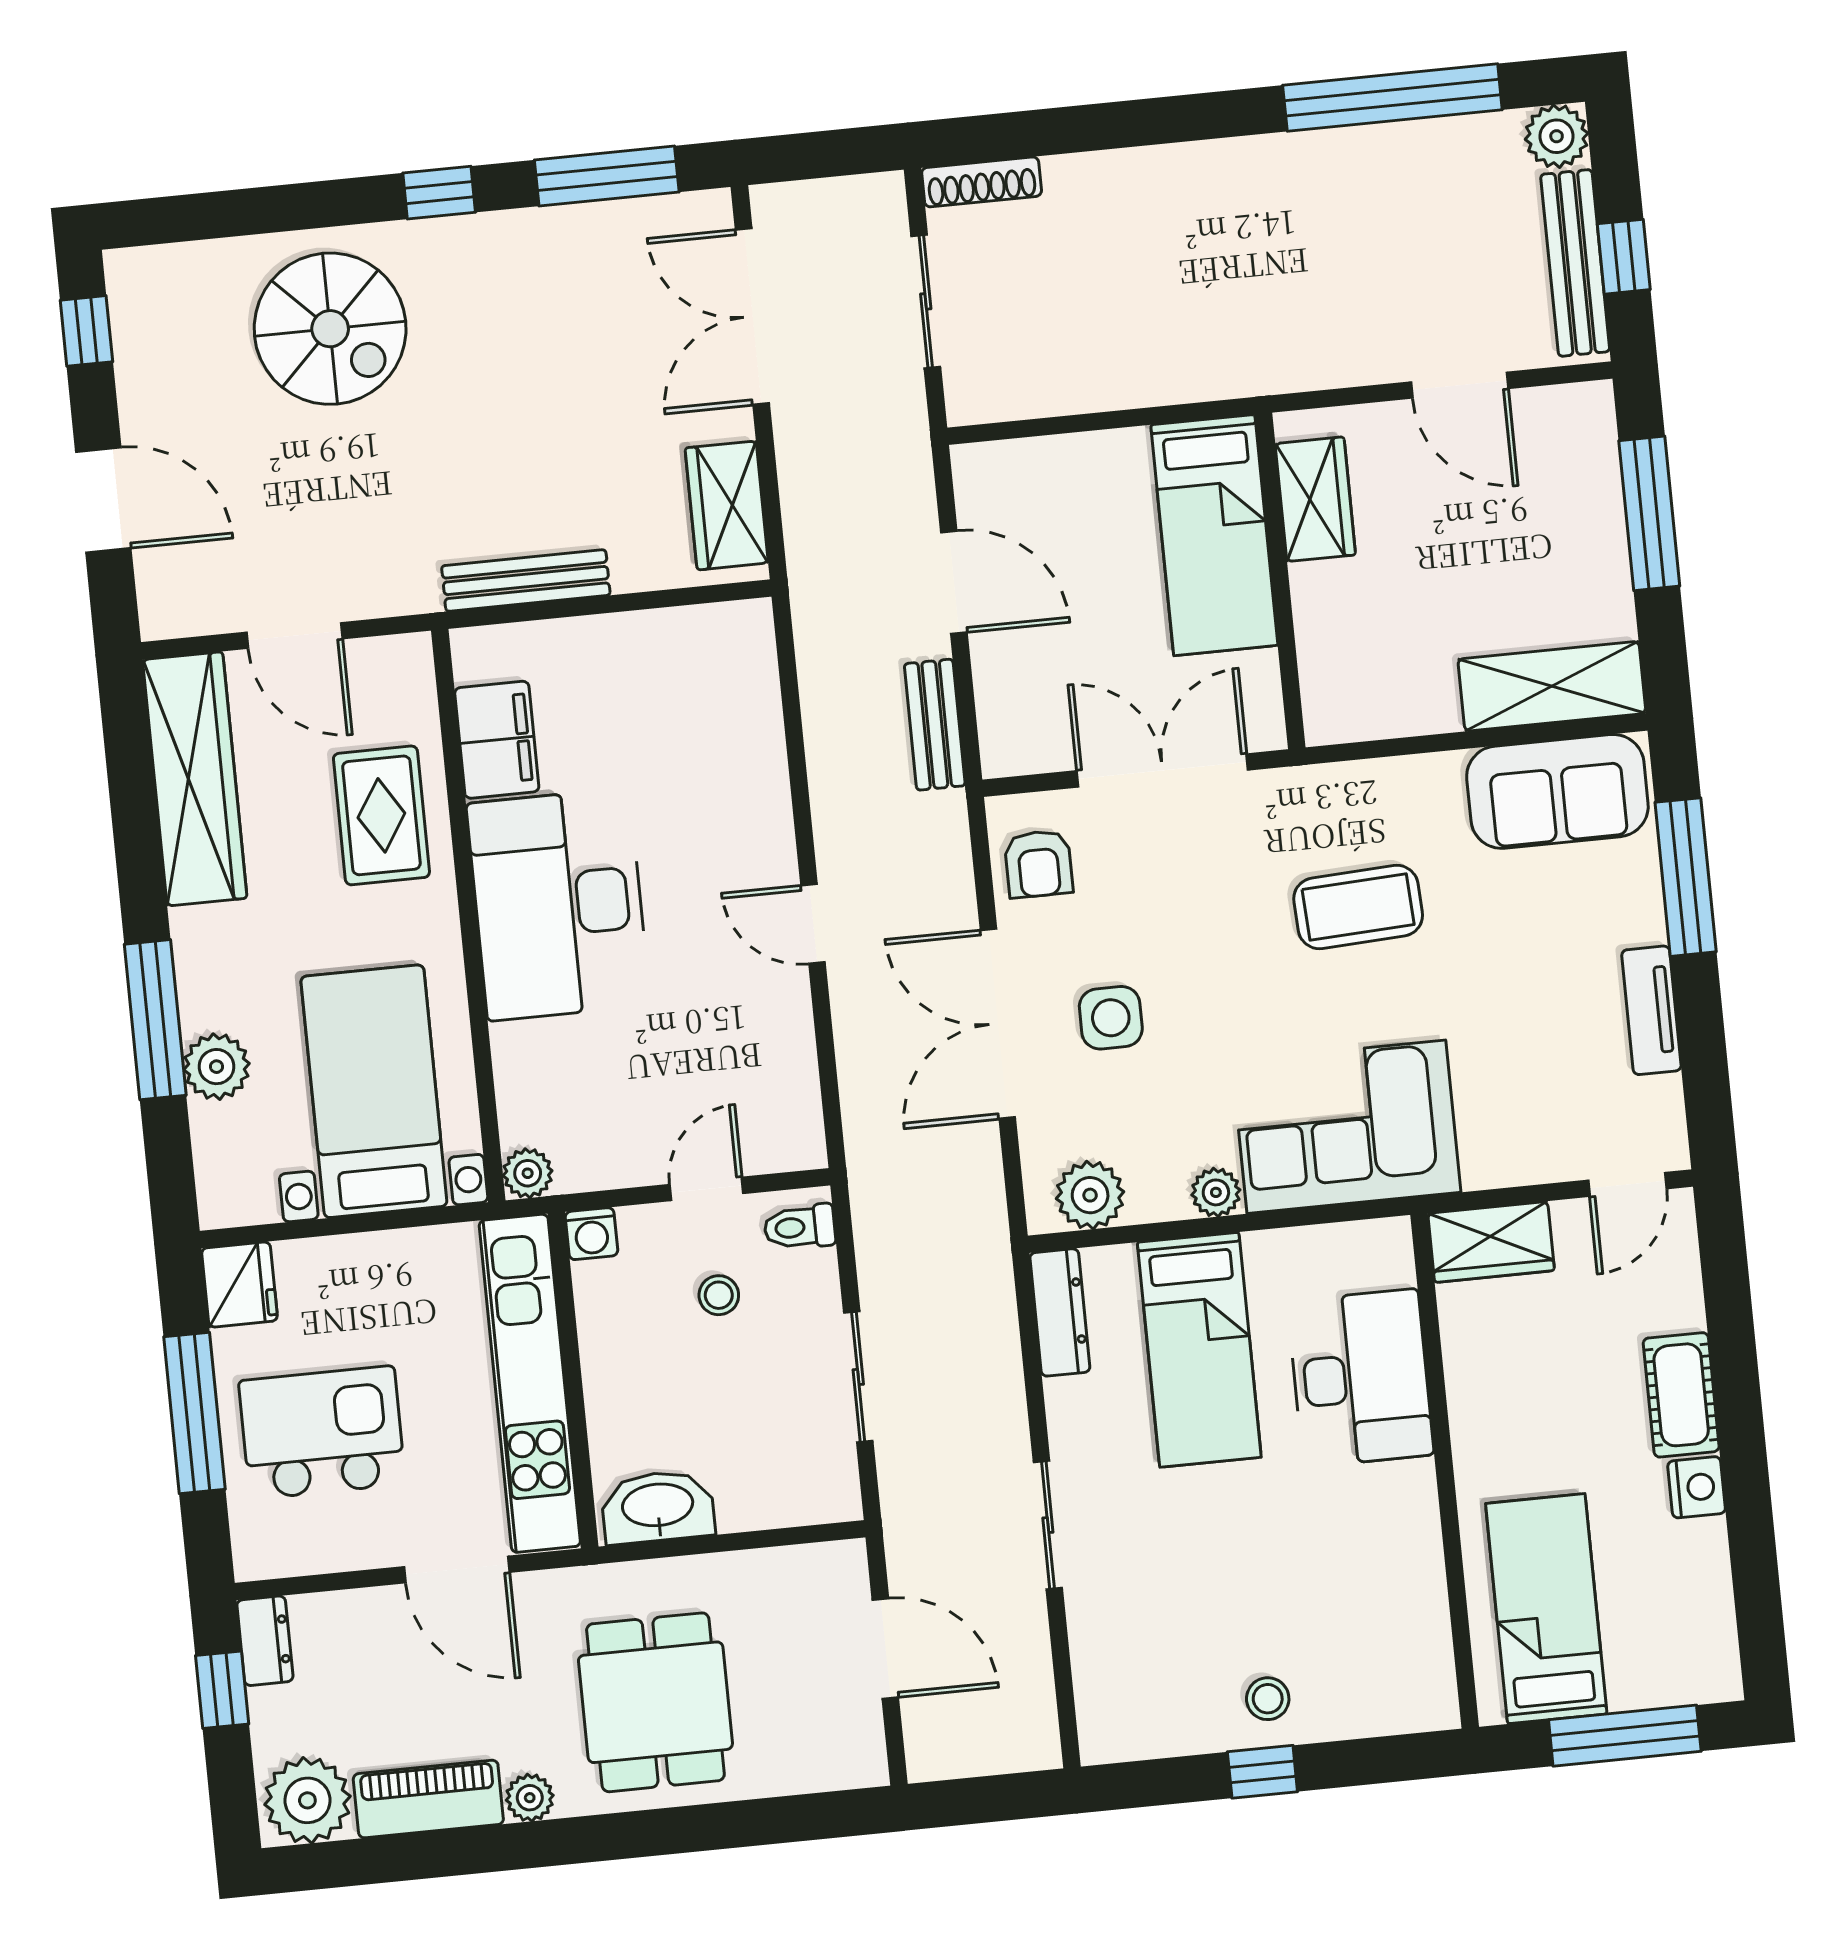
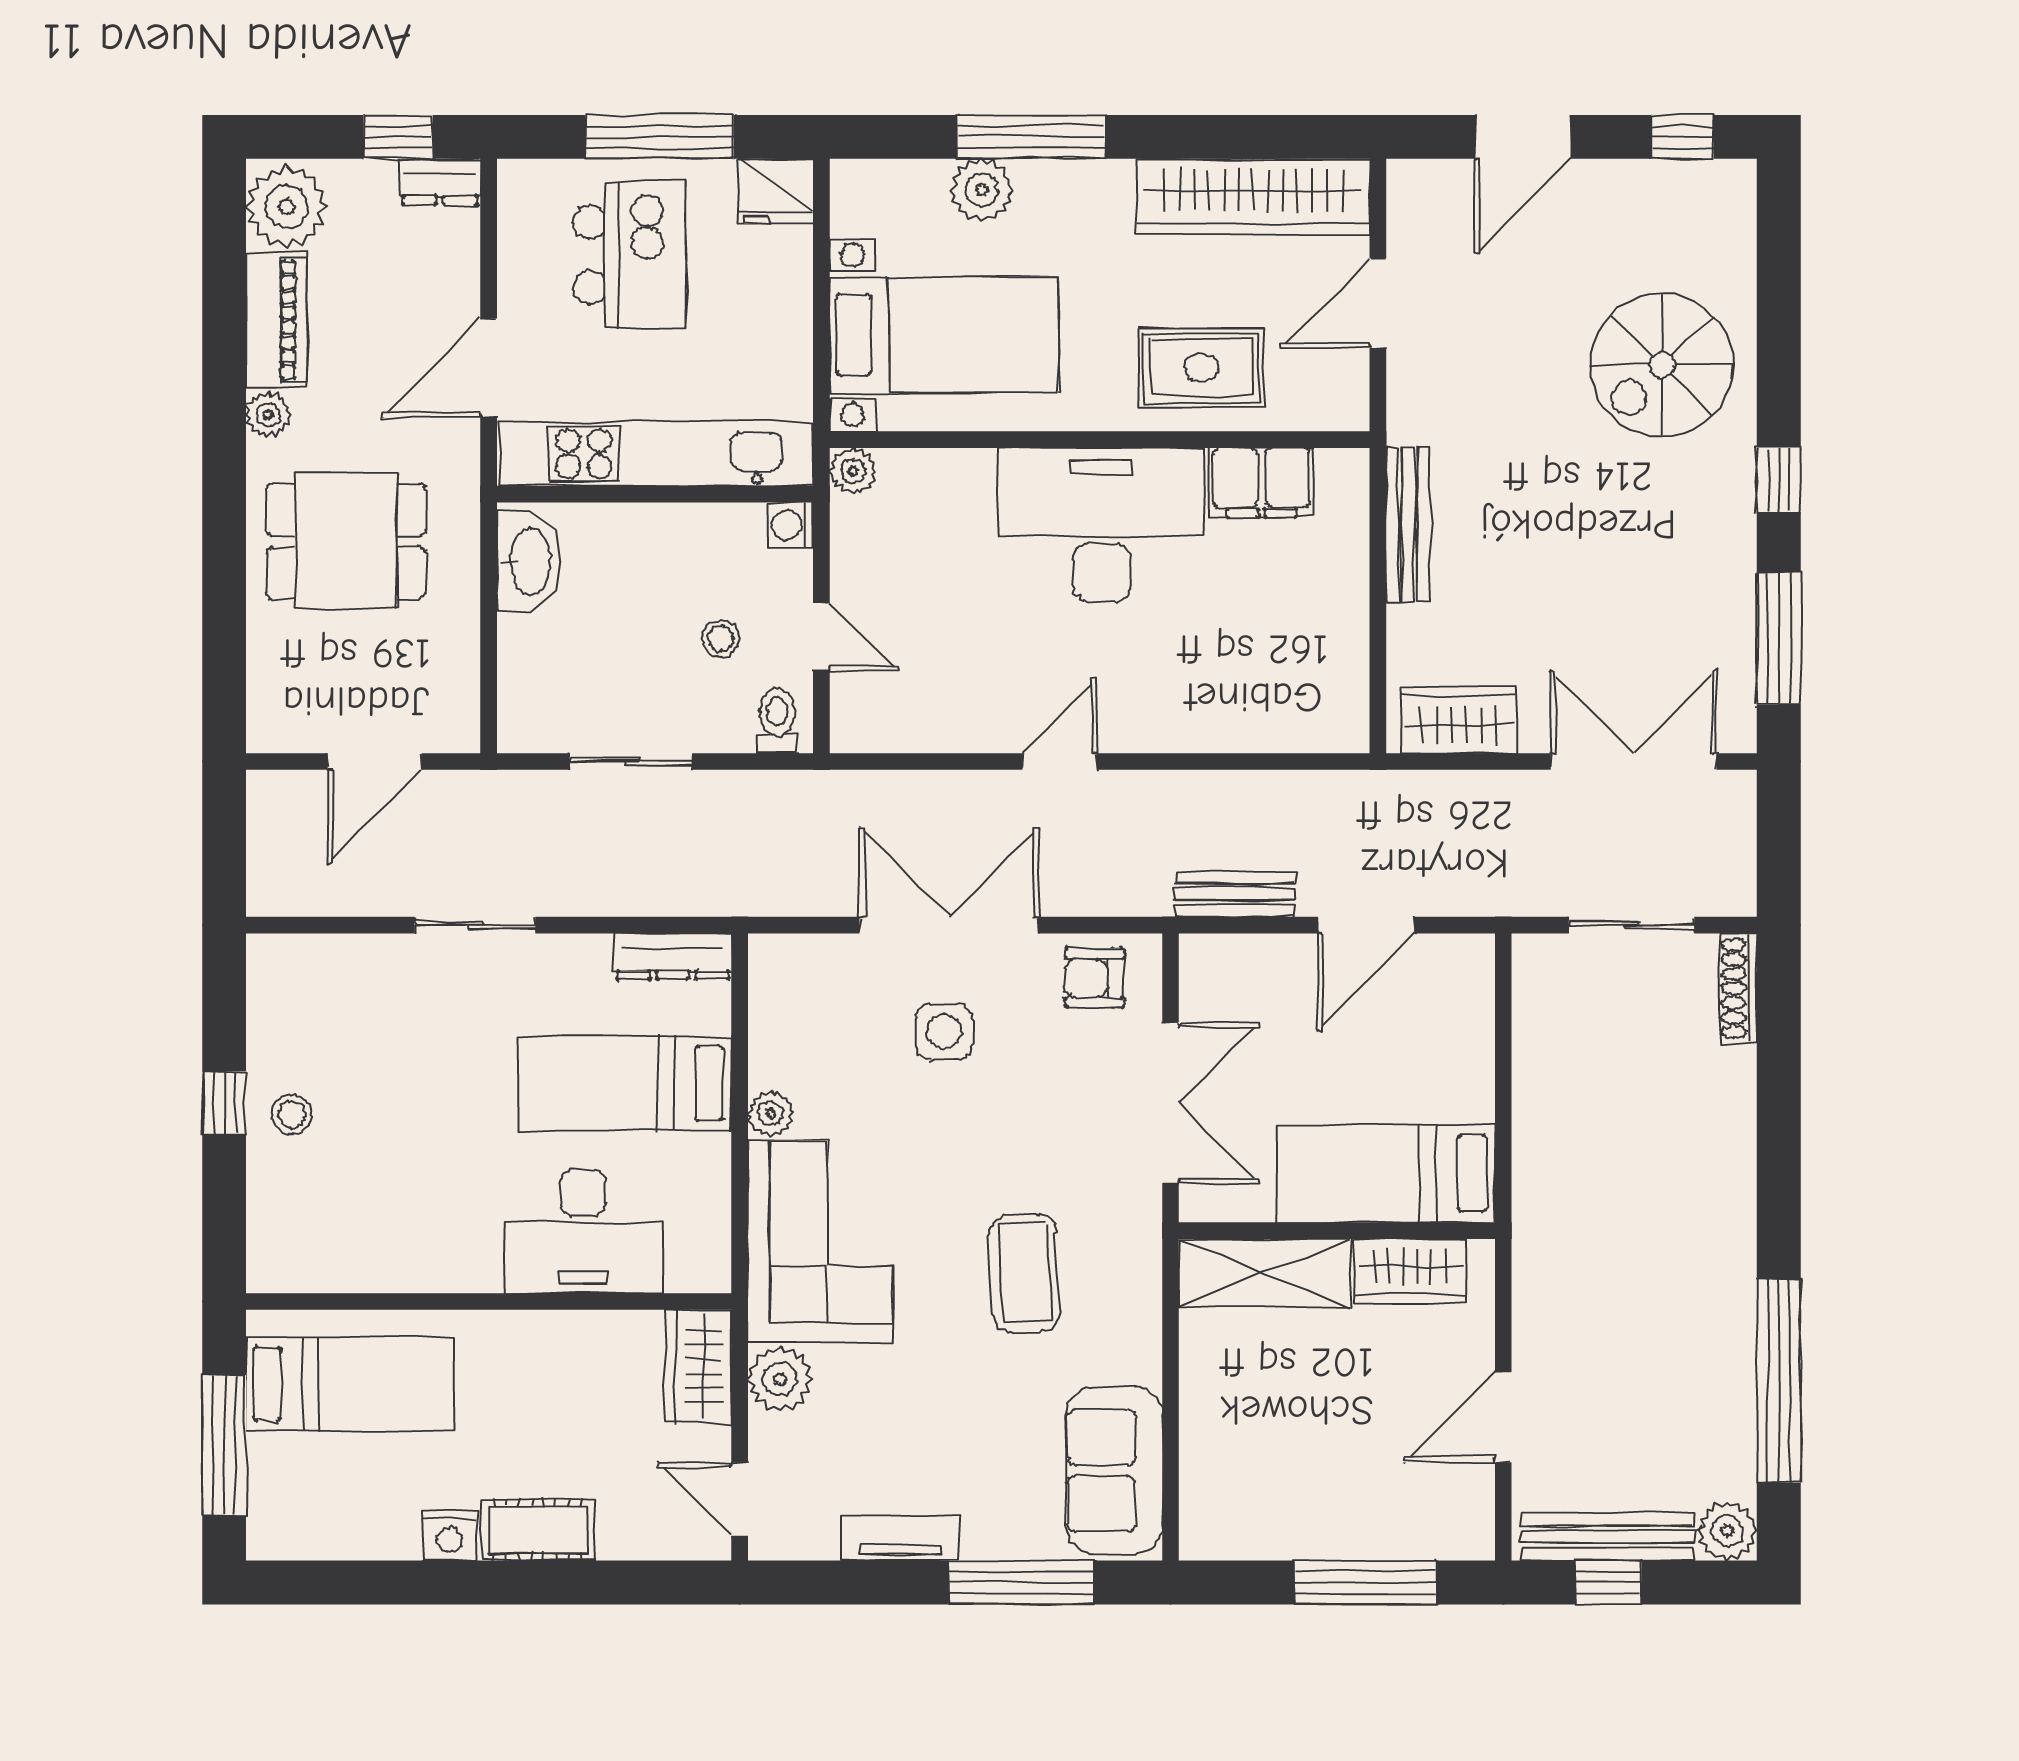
shelving: (1552, 686) -> (1264, 1273), moved, turned 90
plant: (1090, 1195) -> (780, 1379), moved

